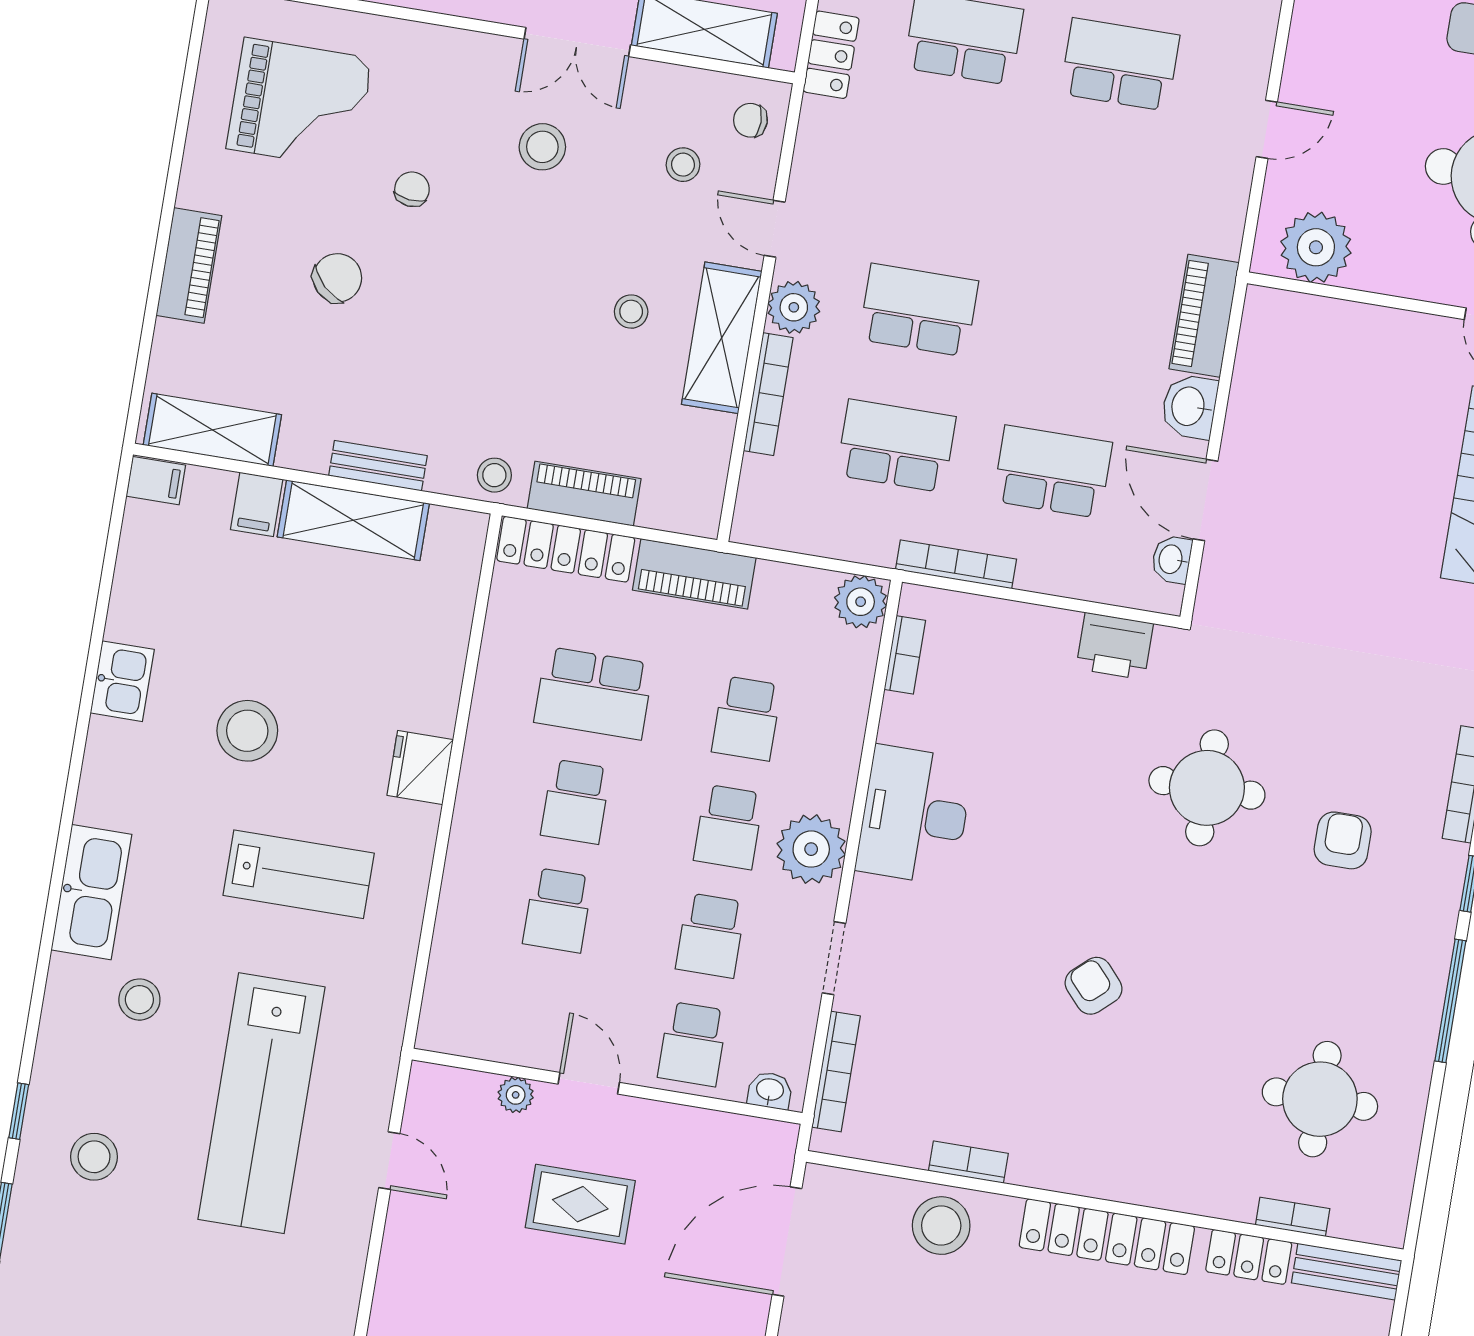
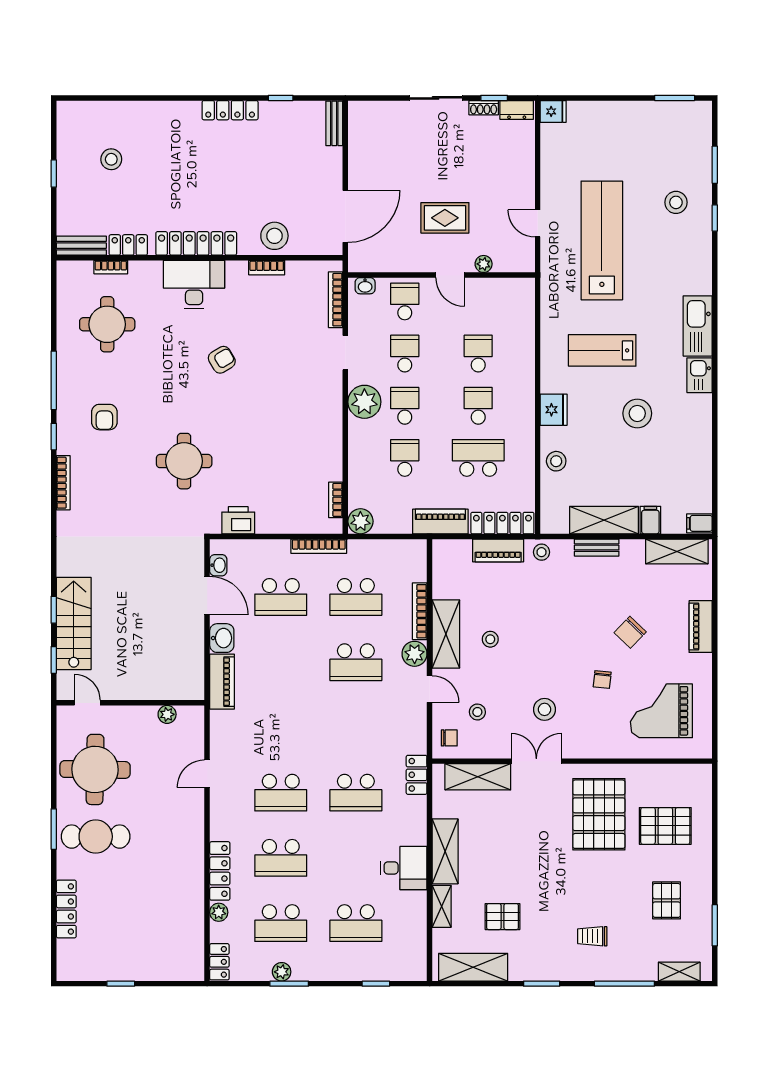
plant: (1316, 247) -> (167, 714), width x0.53, depth x0.53
kitchen sink: (122, 681) -> (700, 375), moved
desk: (915, 815) -> (194, 284), moved, turned -90
armchair: (1343, 840) -> (104, 417), moved
armchair: (1094, 986) -> (222, 360), turned -79
stool: (139, 1000) -> (556, 461), moved

